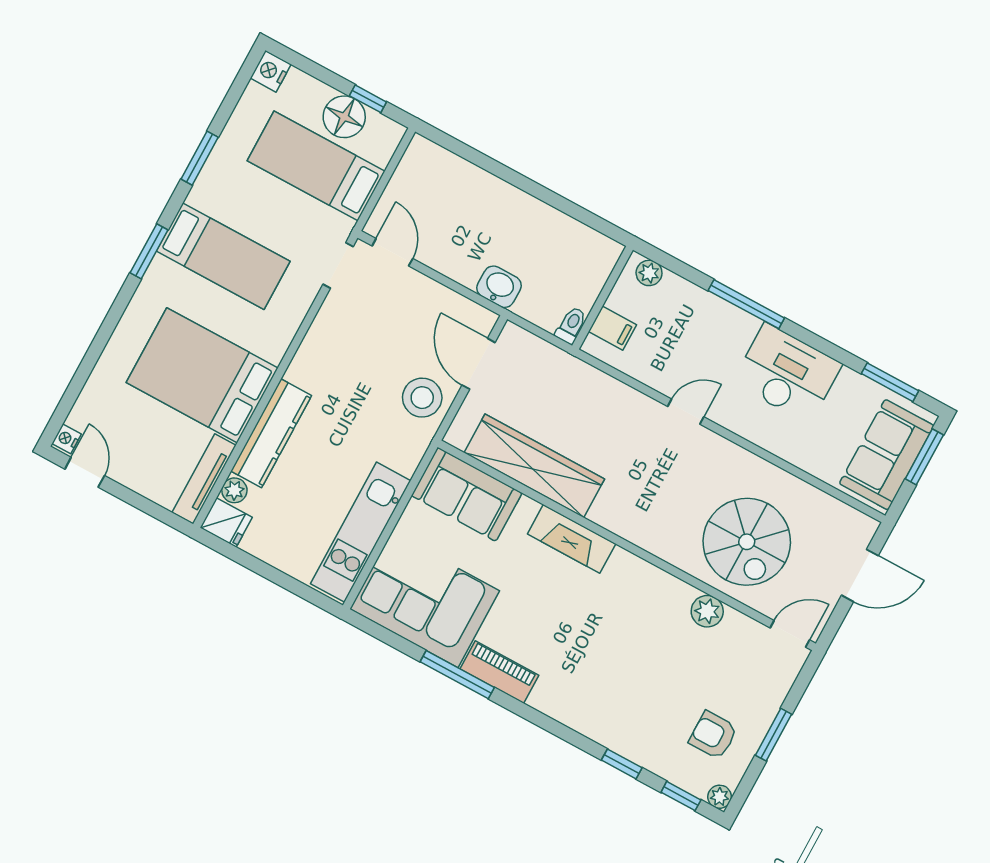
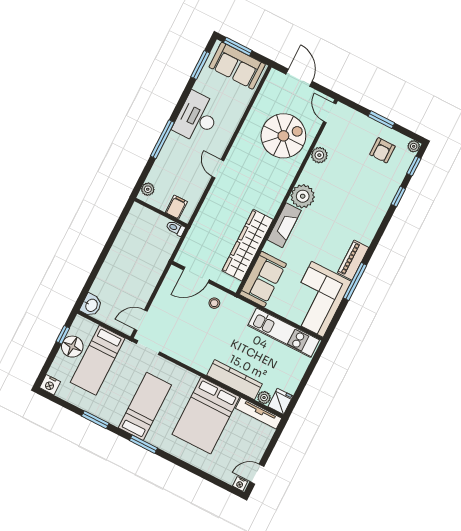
washbasin: (499, 287) -> (91, 305), moved, turned 180
stool: (422, 398) -> (214, 303), width x0.53, depth x0.53
plant: (627, 576) -> (303, 196), added

